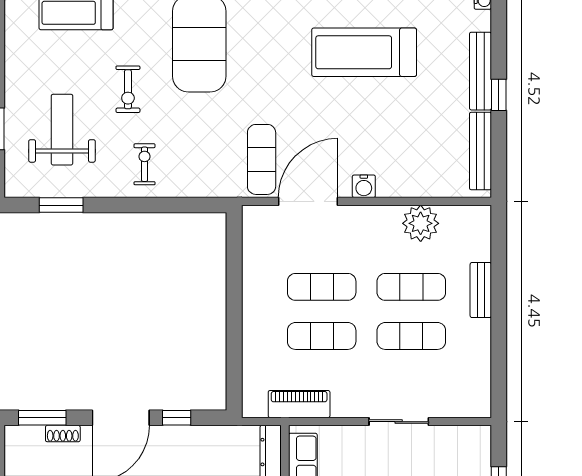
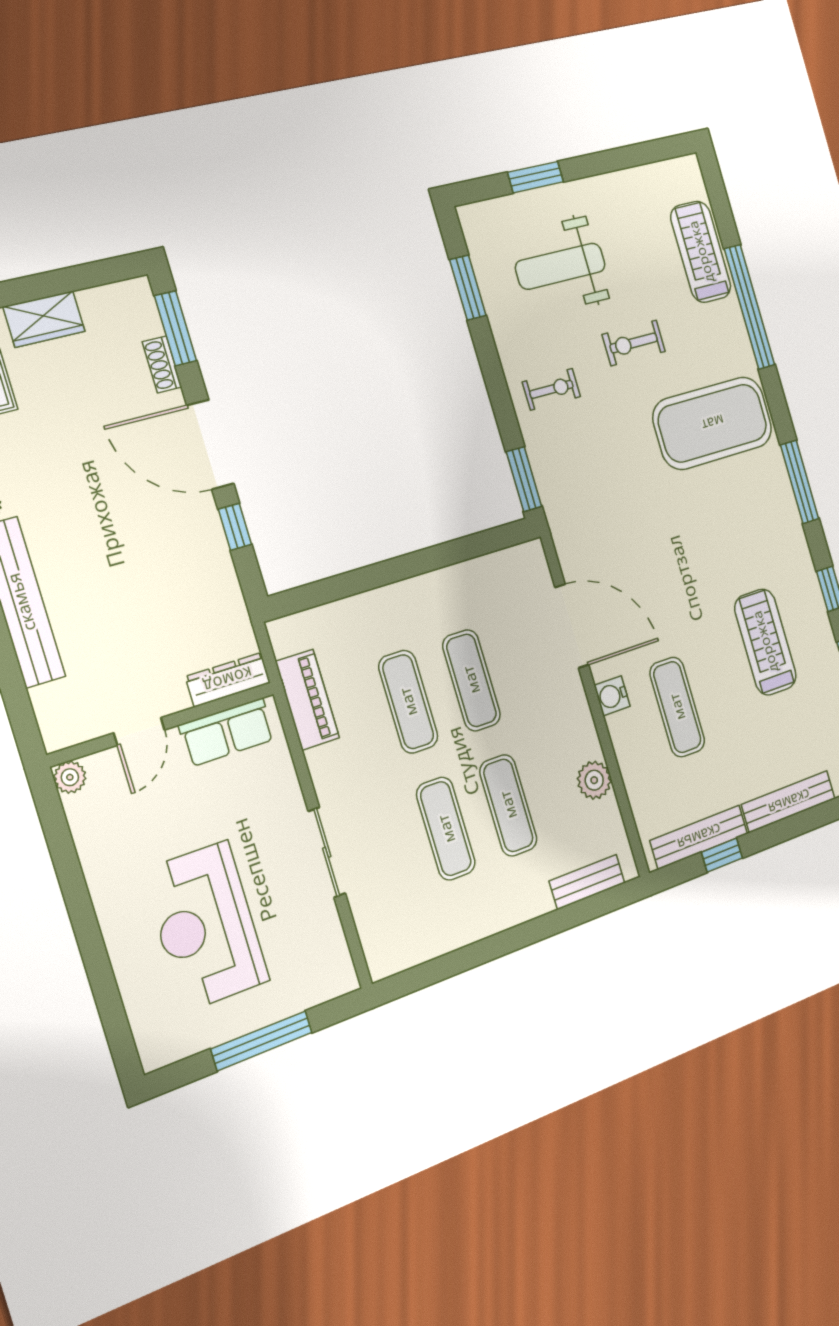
treadmill: (364, 52) -> (765, 642), width x0.73, depth x0.73
window: (499, 95) -> (722, 855), moved
weight bench: (62, 130) -> (560, 266), turned 180
exercise mat: (262, 159) -> (677, 707), moved, turned 90
window: (200, 205) -> (524, 479), added
plant: (421, 223) -> (594, 780), width x0.73, depth x0.73
bench: (481, 290) -> (587, 882), moved

